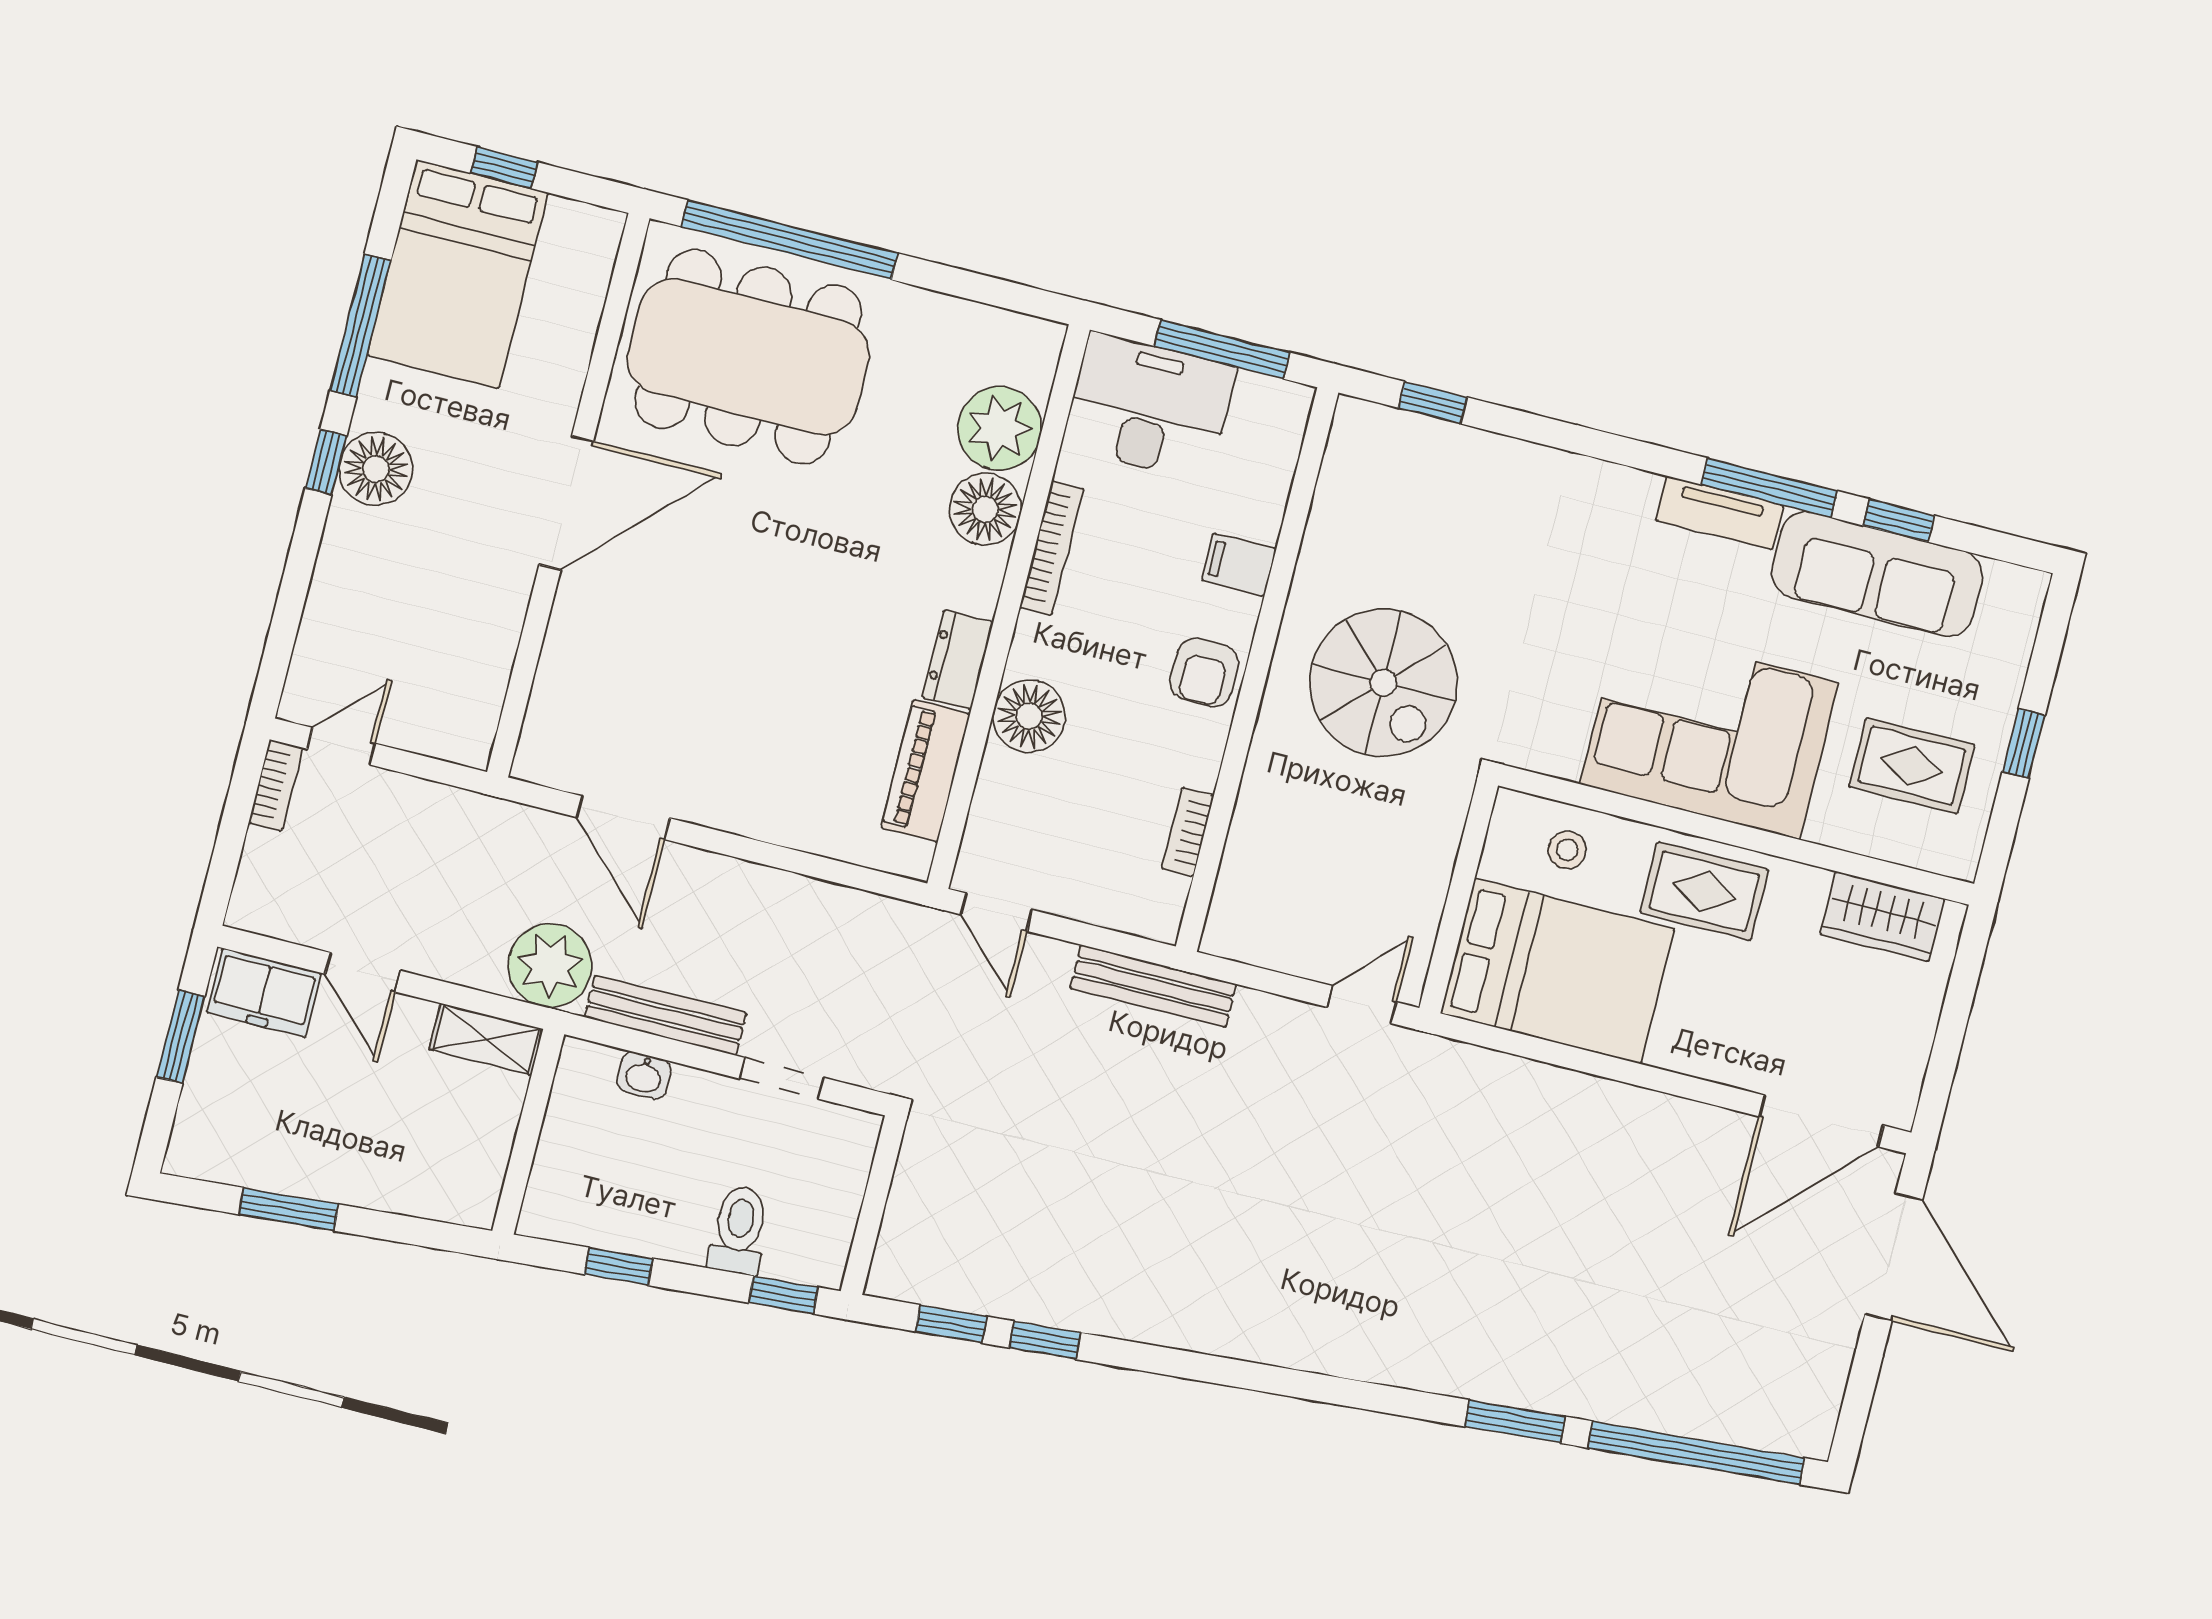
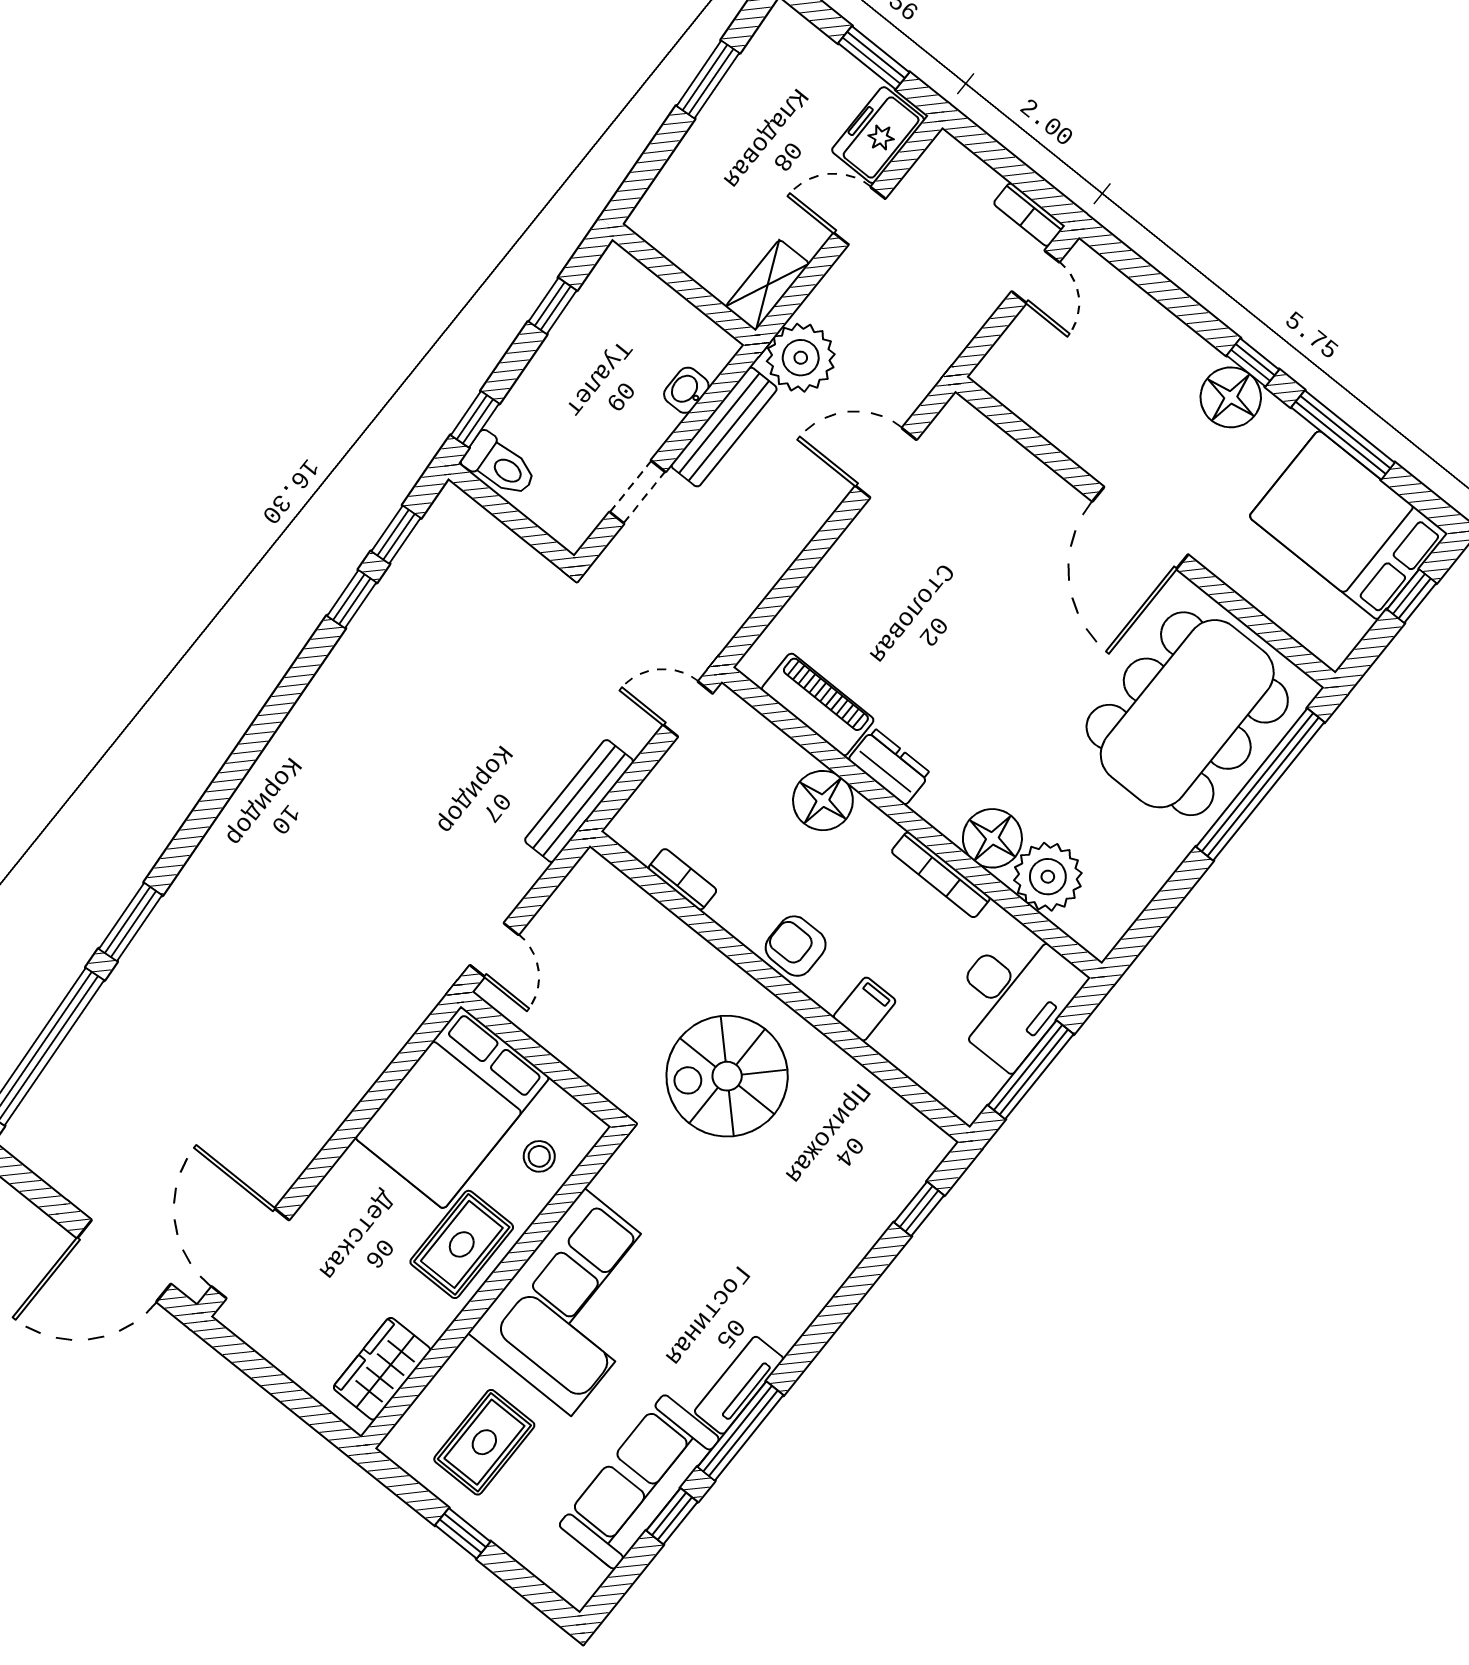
toilet: (739, 1230) -> (500, 465), moved

